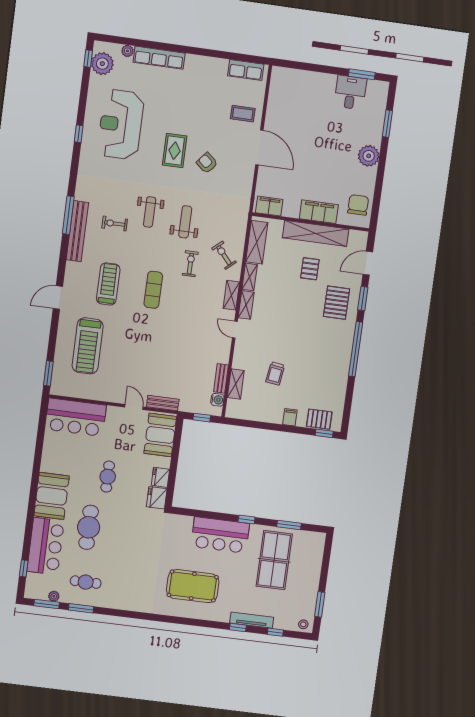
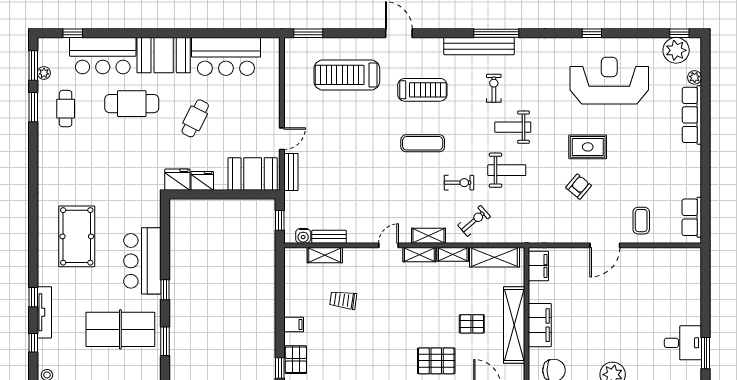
door: (259, 147) -> (605, 245), width x0.73
bar counter: (76, 417) -> (226, 56), moved, turned -90
cafe table: (108, 477) -> (195, 118), turned -63

